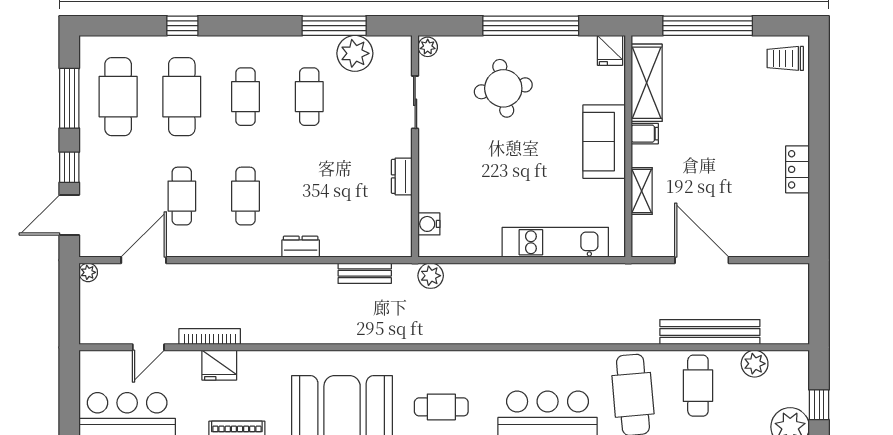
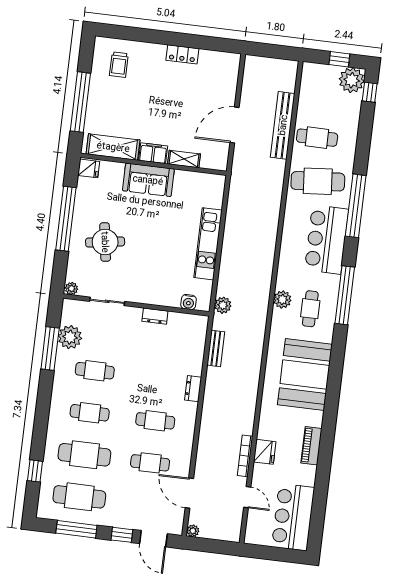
window: (182, 26) -> (35, 471), moved
trolley: (785, 58) -> (119, 65), moved
filing cabinet: (645, 134) -> (153, 153), width x2.00
kitchen unit: (555, 242) -> (208, 244), moved
plant: (755, 364) -> (282, 300), moved

